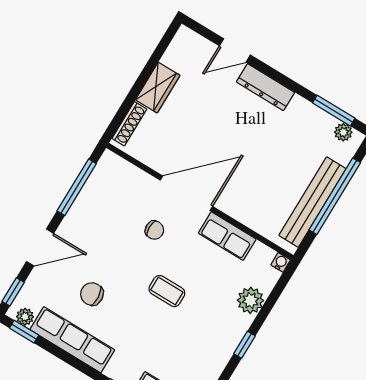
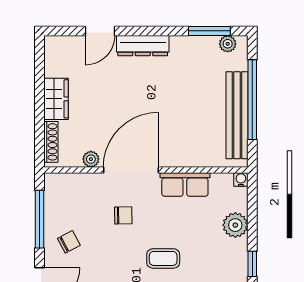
plant: (156, 161) -> (91, 159), added
chair: (91, 224) -> (69, 242), added

